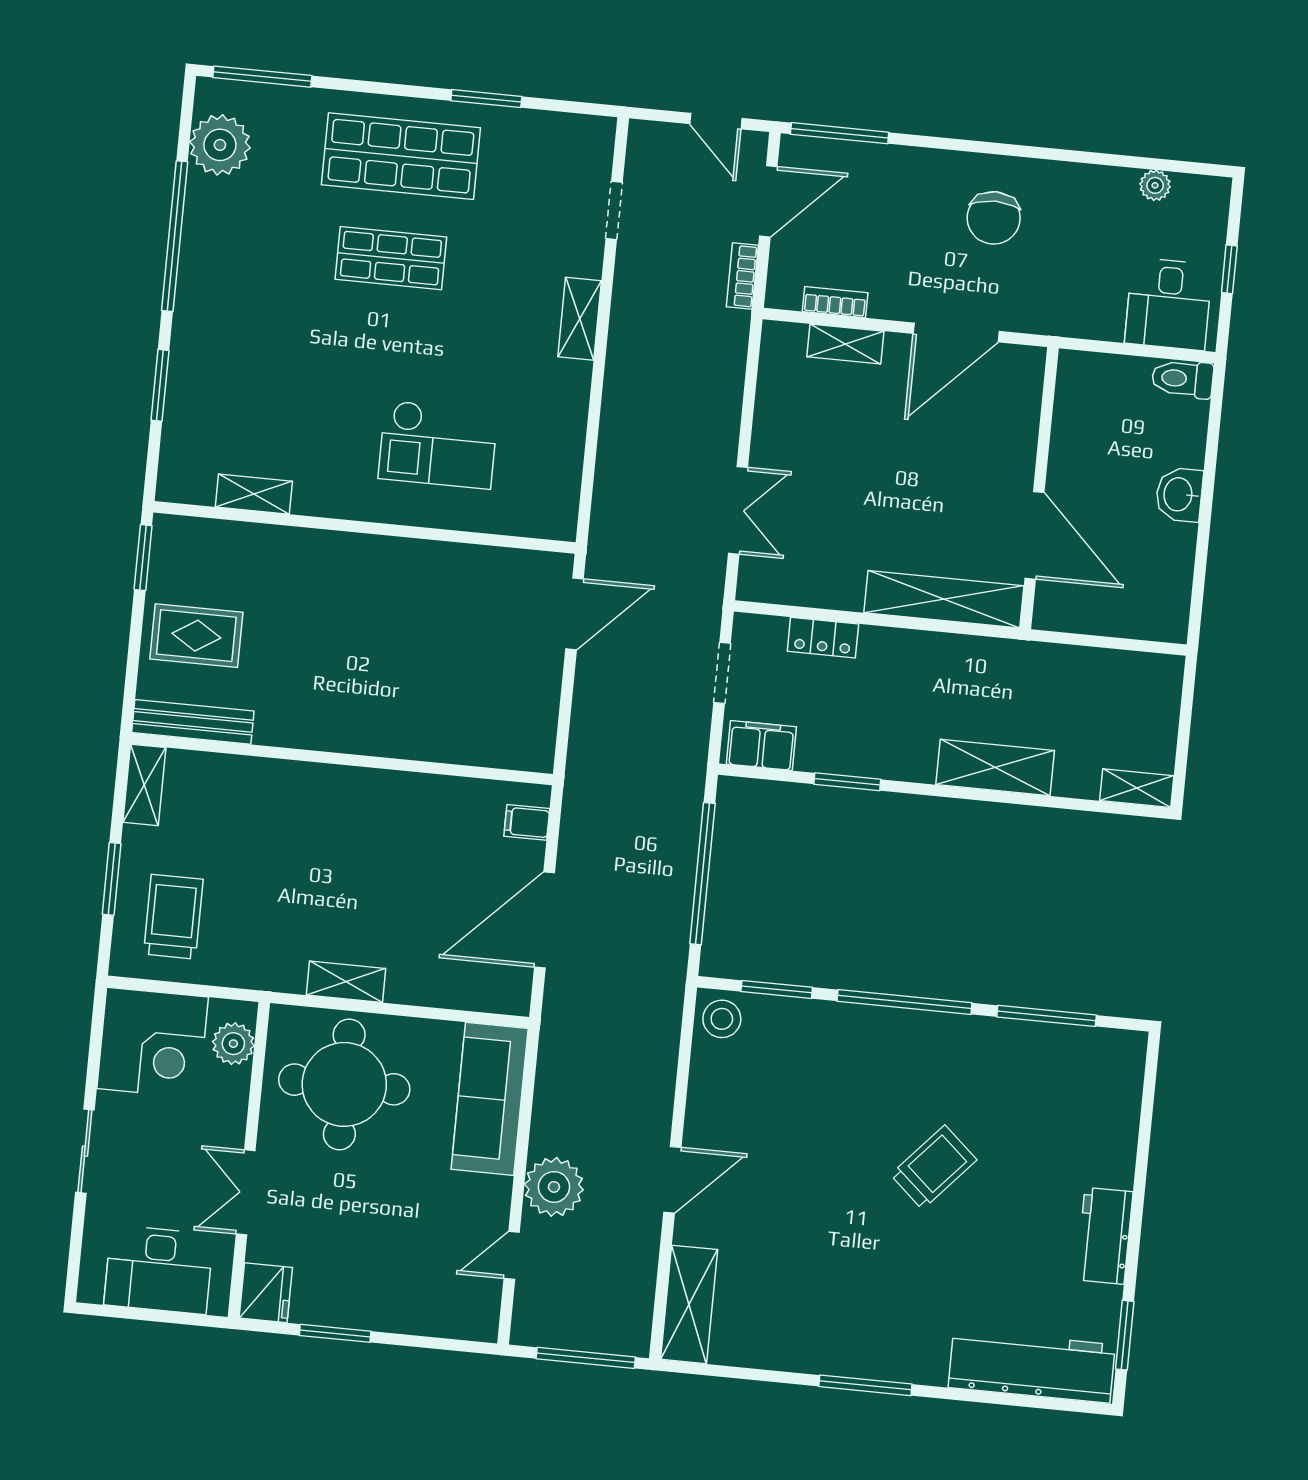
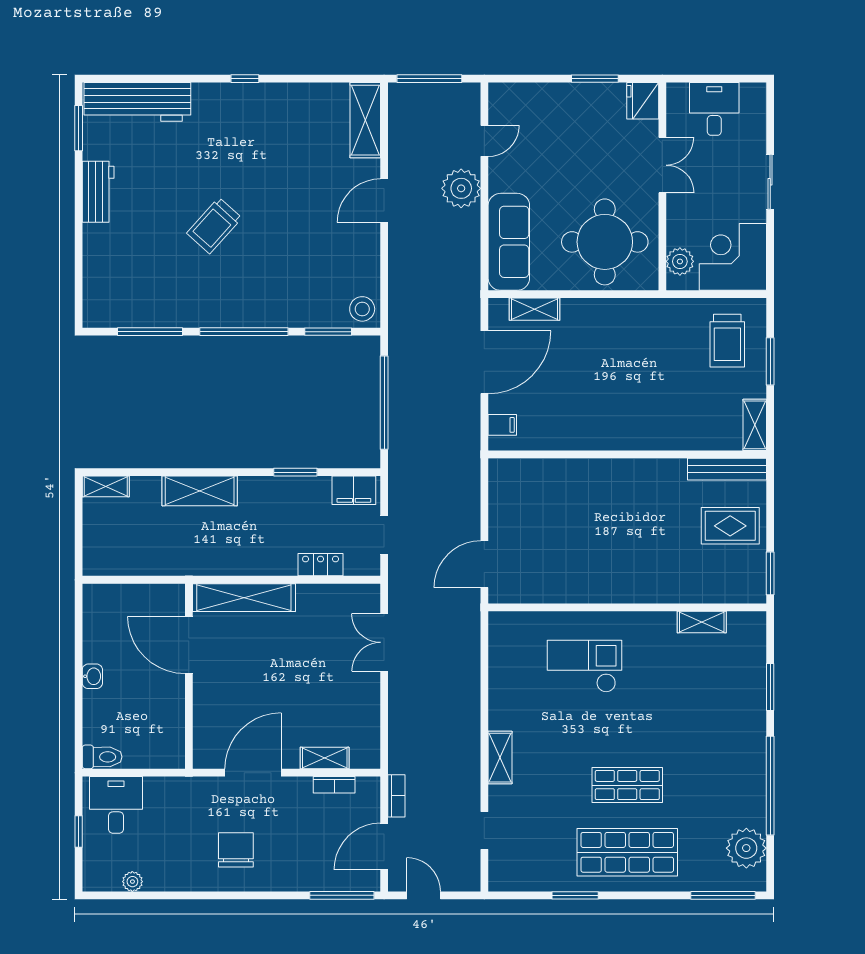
washbasin: (1179, 494) -> (92, 676), width x0.72, depth x0.69
shelving: (346, 982) -> (534, 309), moved
desk: (159, 1270) -> (714, 109), width x0.73
window: (865, 1385) -> (245, 79), width x0.46

